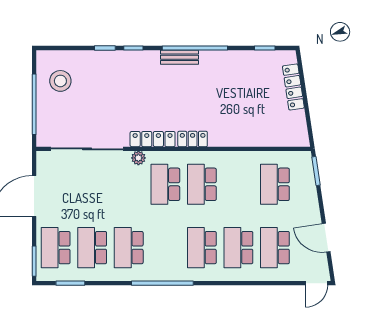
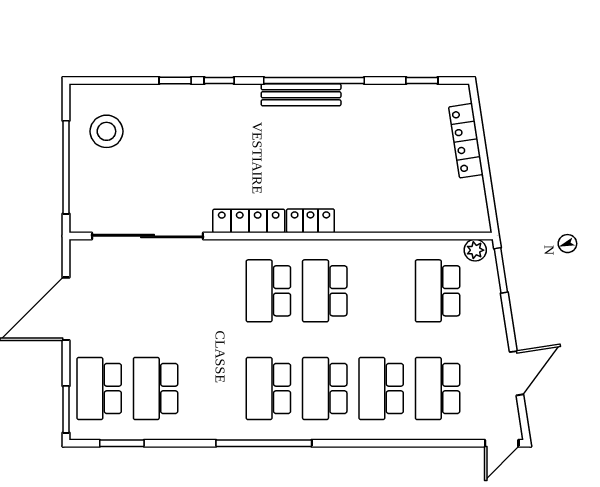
bench: (180, 57) -> (301, 95), width x1.36
plant: (138, 158) -> (475, 250), moved
door: (326, 238) -> (517, 373), swing flipped
school desk: (129, 248) -> (268, 388), moved

